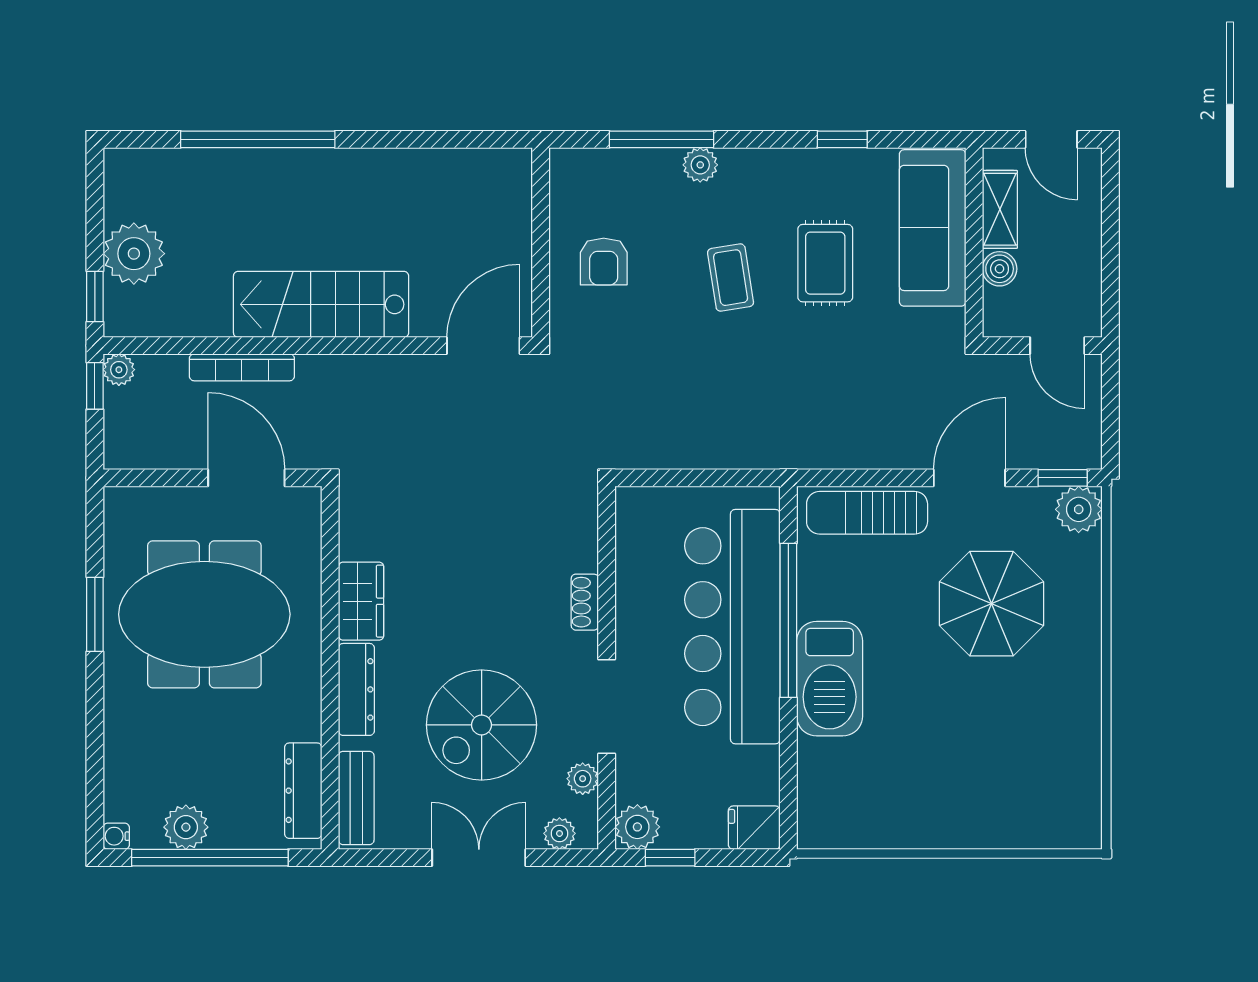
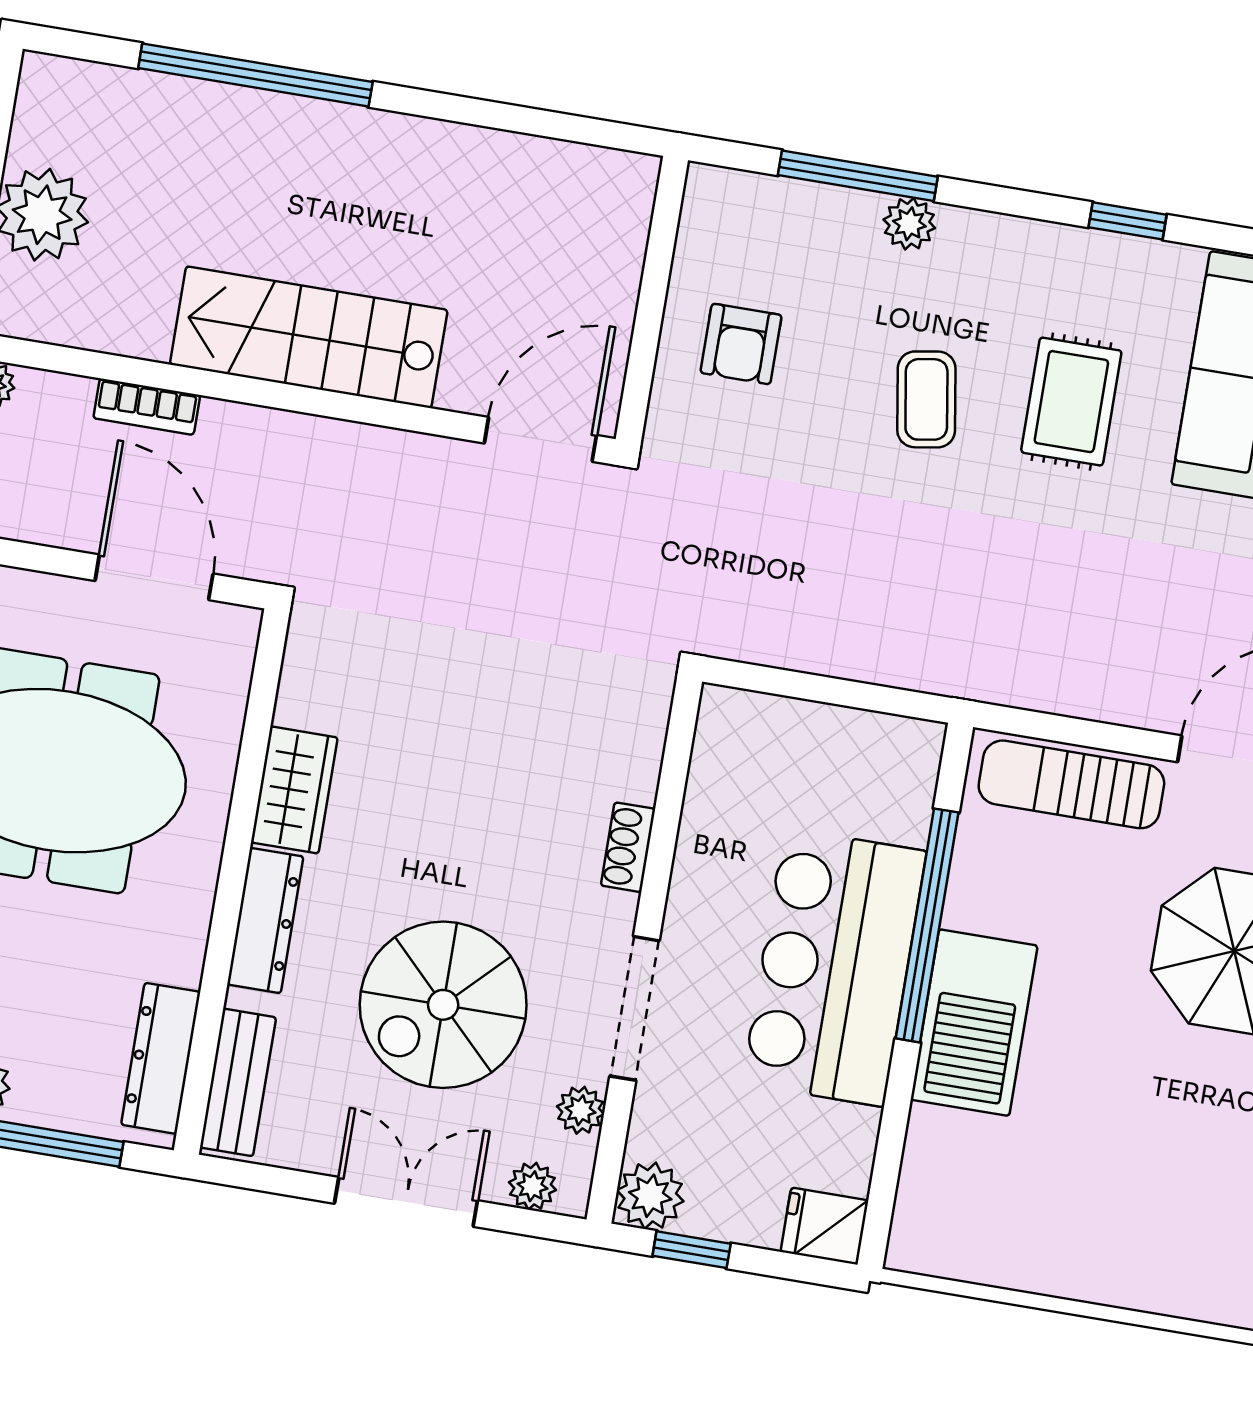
bookcase: (242, 367) -> (147, 407), width x0.64
bar counter: (732, 627) -> (834, 967), width x0.73

